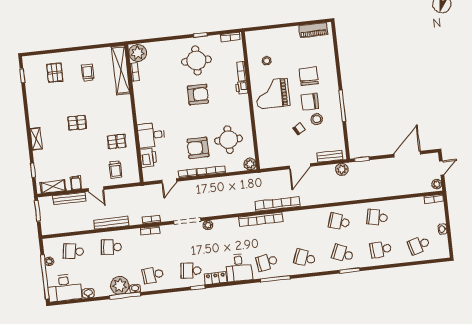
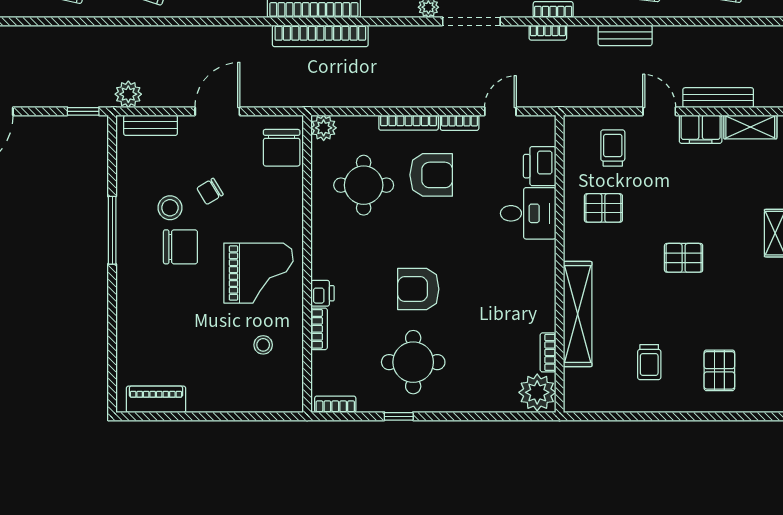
shelving: (121, 70) -> (578, 314), moved
chair: (309, 76) -> (282, 148), moved
filing cabinet: (76, 183) -> (701, 129), width x2.00
bookcase: (278, 204) -> (320, 36), moved
bench: (111, 223) -> (625, 35), width x0.73

